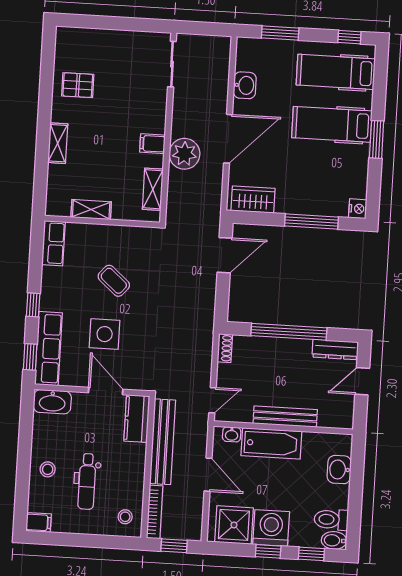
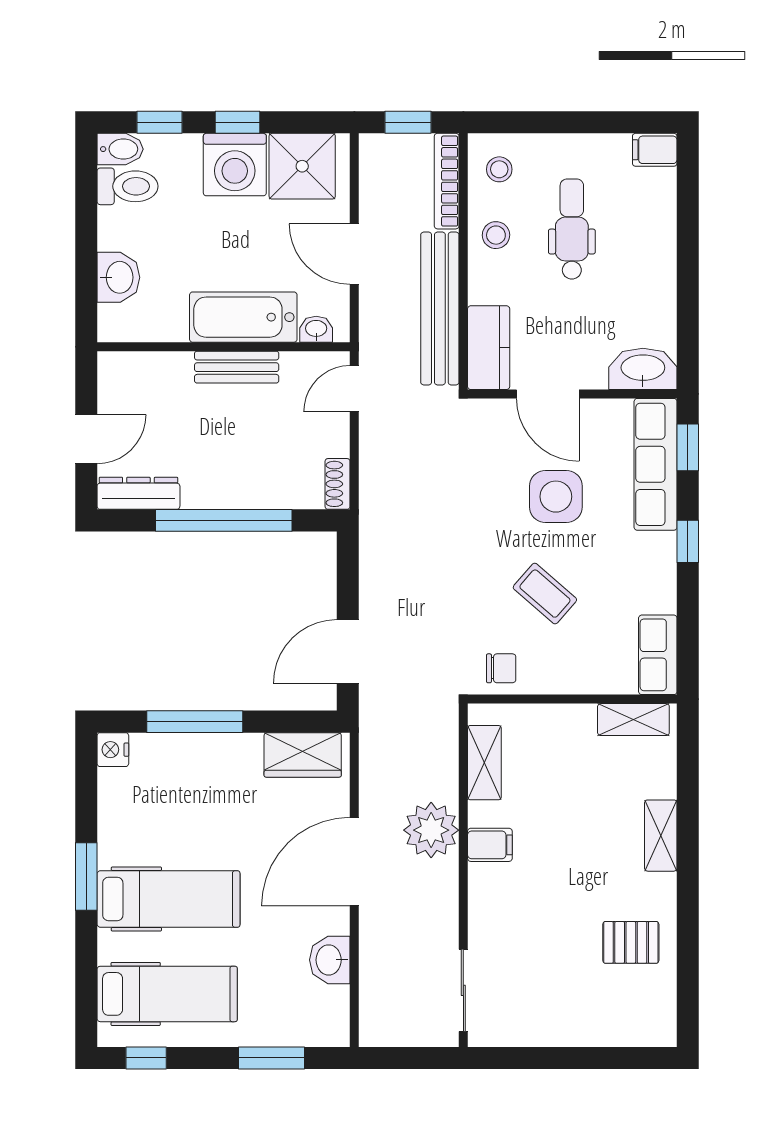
shelving: (91, 210) -> (633, 720), moved
chair: (140, 241) -> (501, 668), added
bench: (285, 417) -> (237, 367), width x0.73
stool: (48, 469) -> (496, 235), moved

